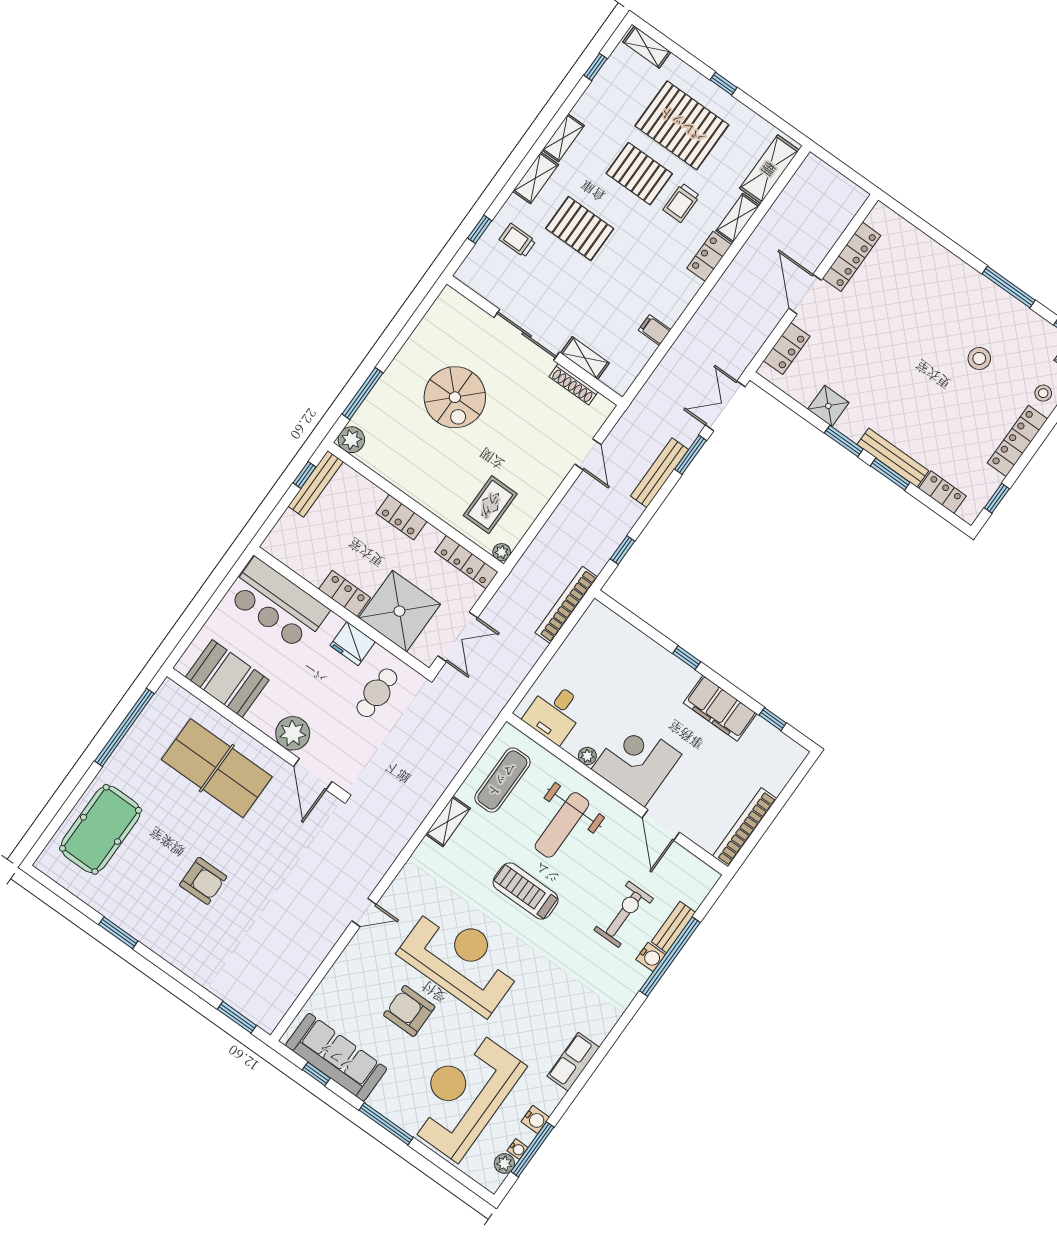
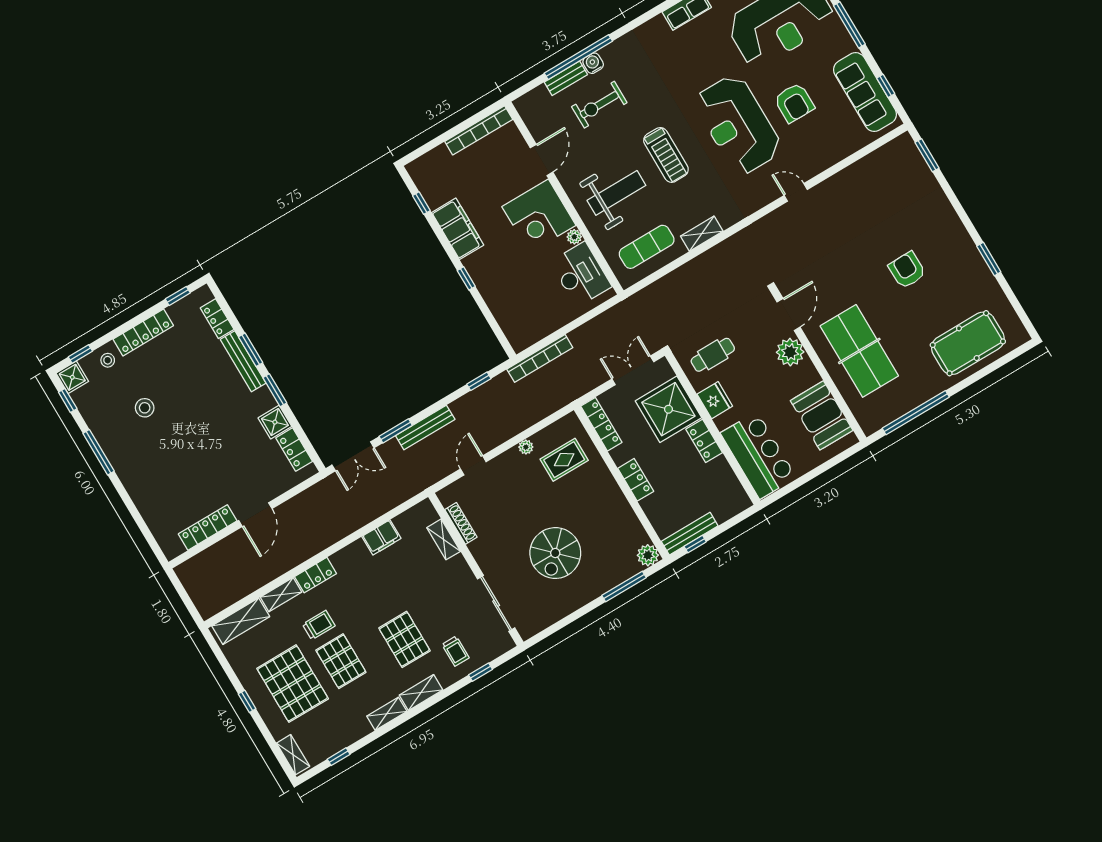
filing cabinet: (655, 330) -> (381, 537), width x2.00
sliding door: (527, 335) -> (496, 603), moved
locker: (787, 349) -> (294, 450), moved, turned -90
spiral stairs: (455, 397) -> (555, 553), turned 180
plant: (502, 552) -> (526, 447), moved
desk: (555, 713) -> (581, 274), width x1.37

